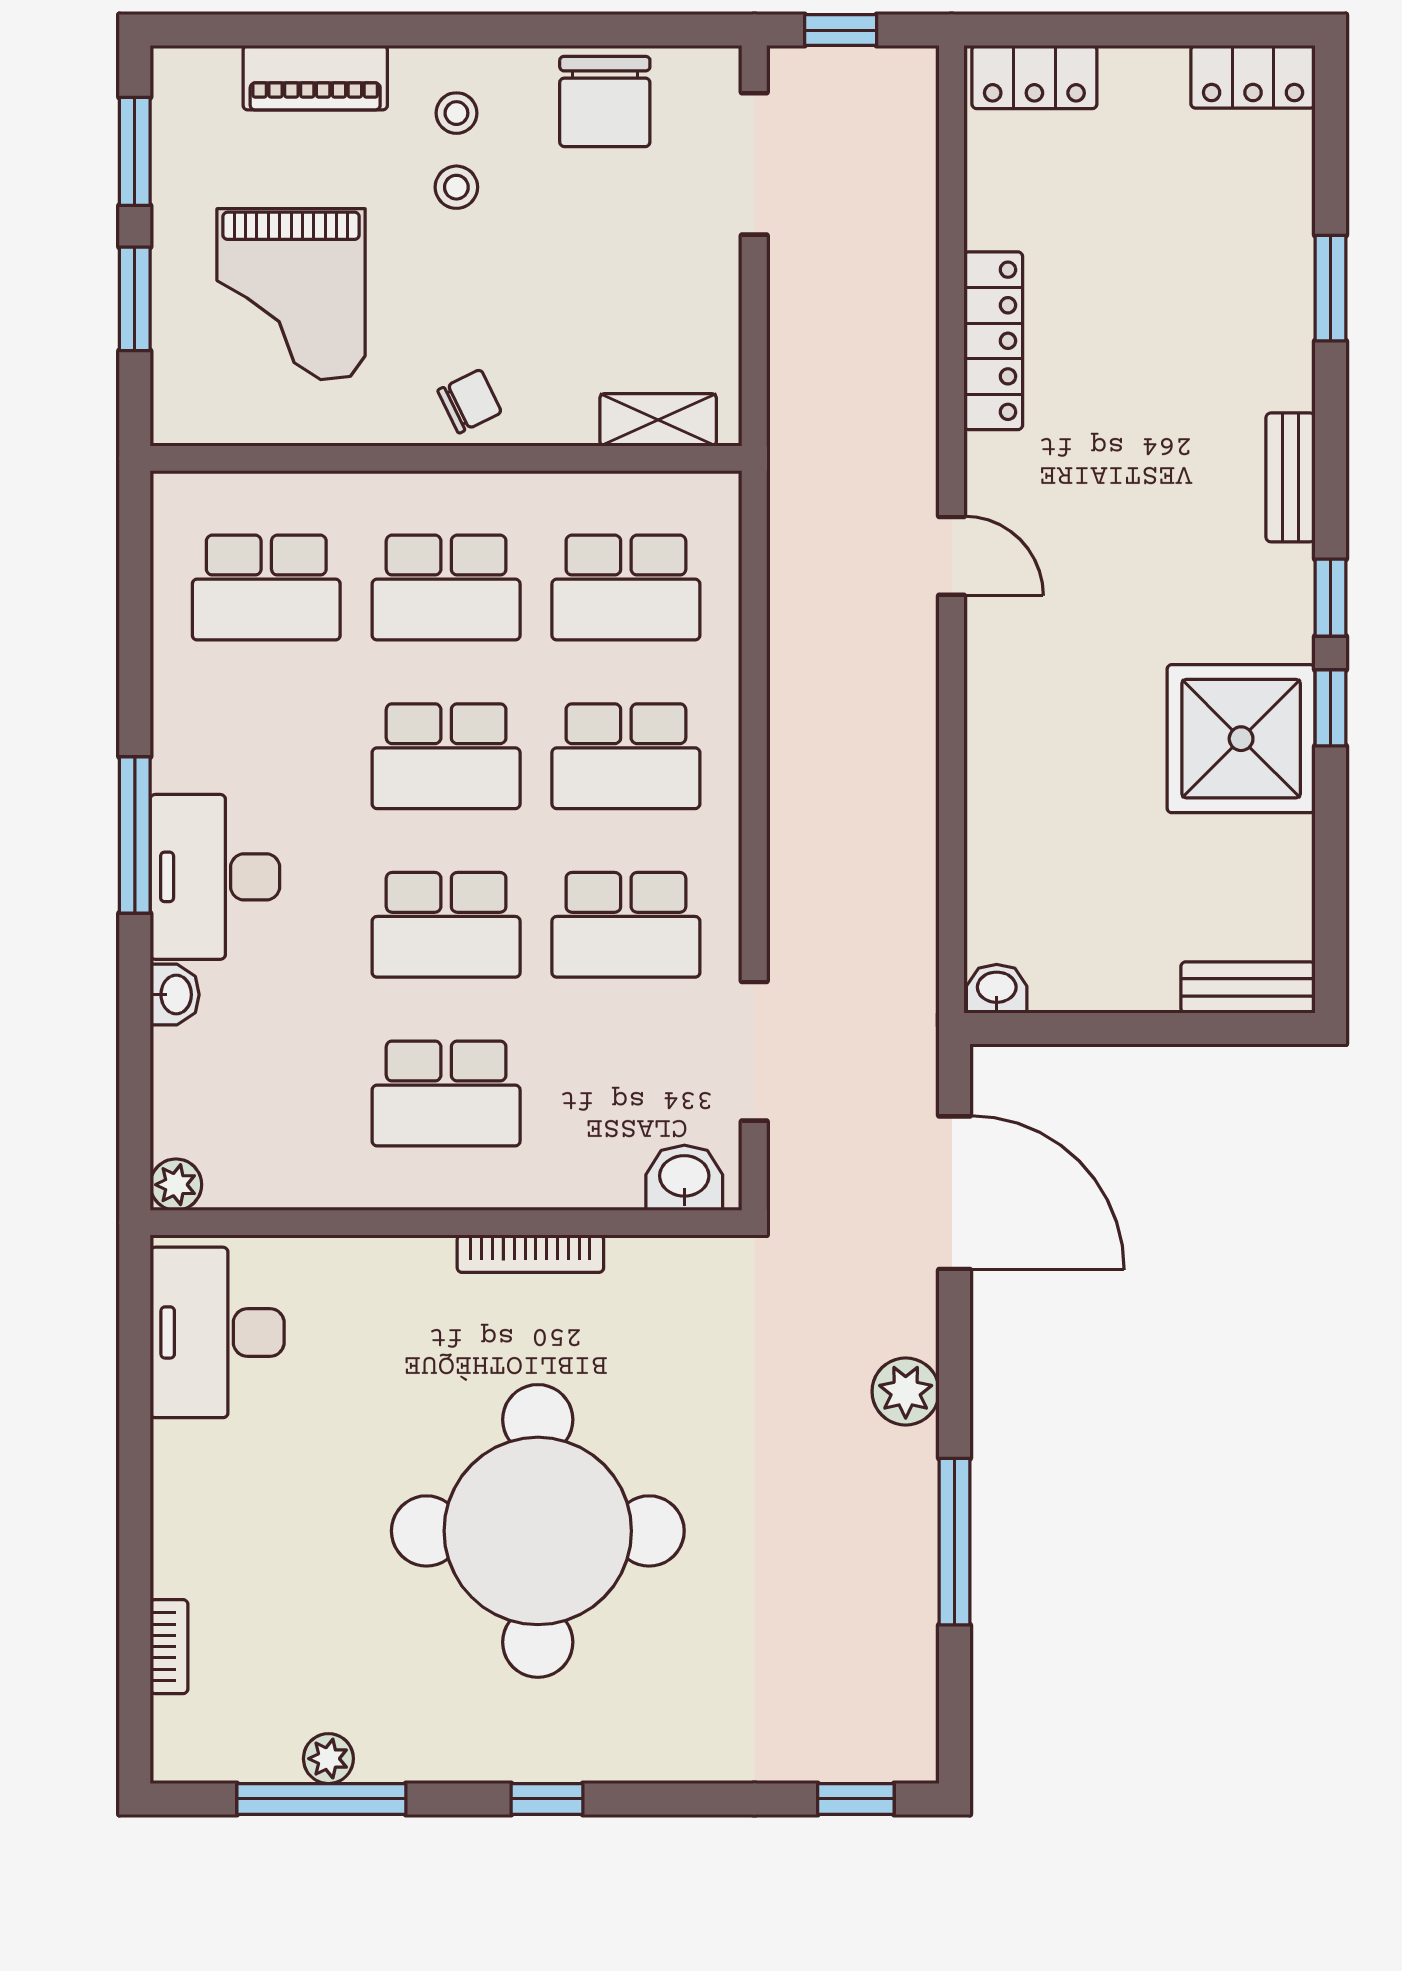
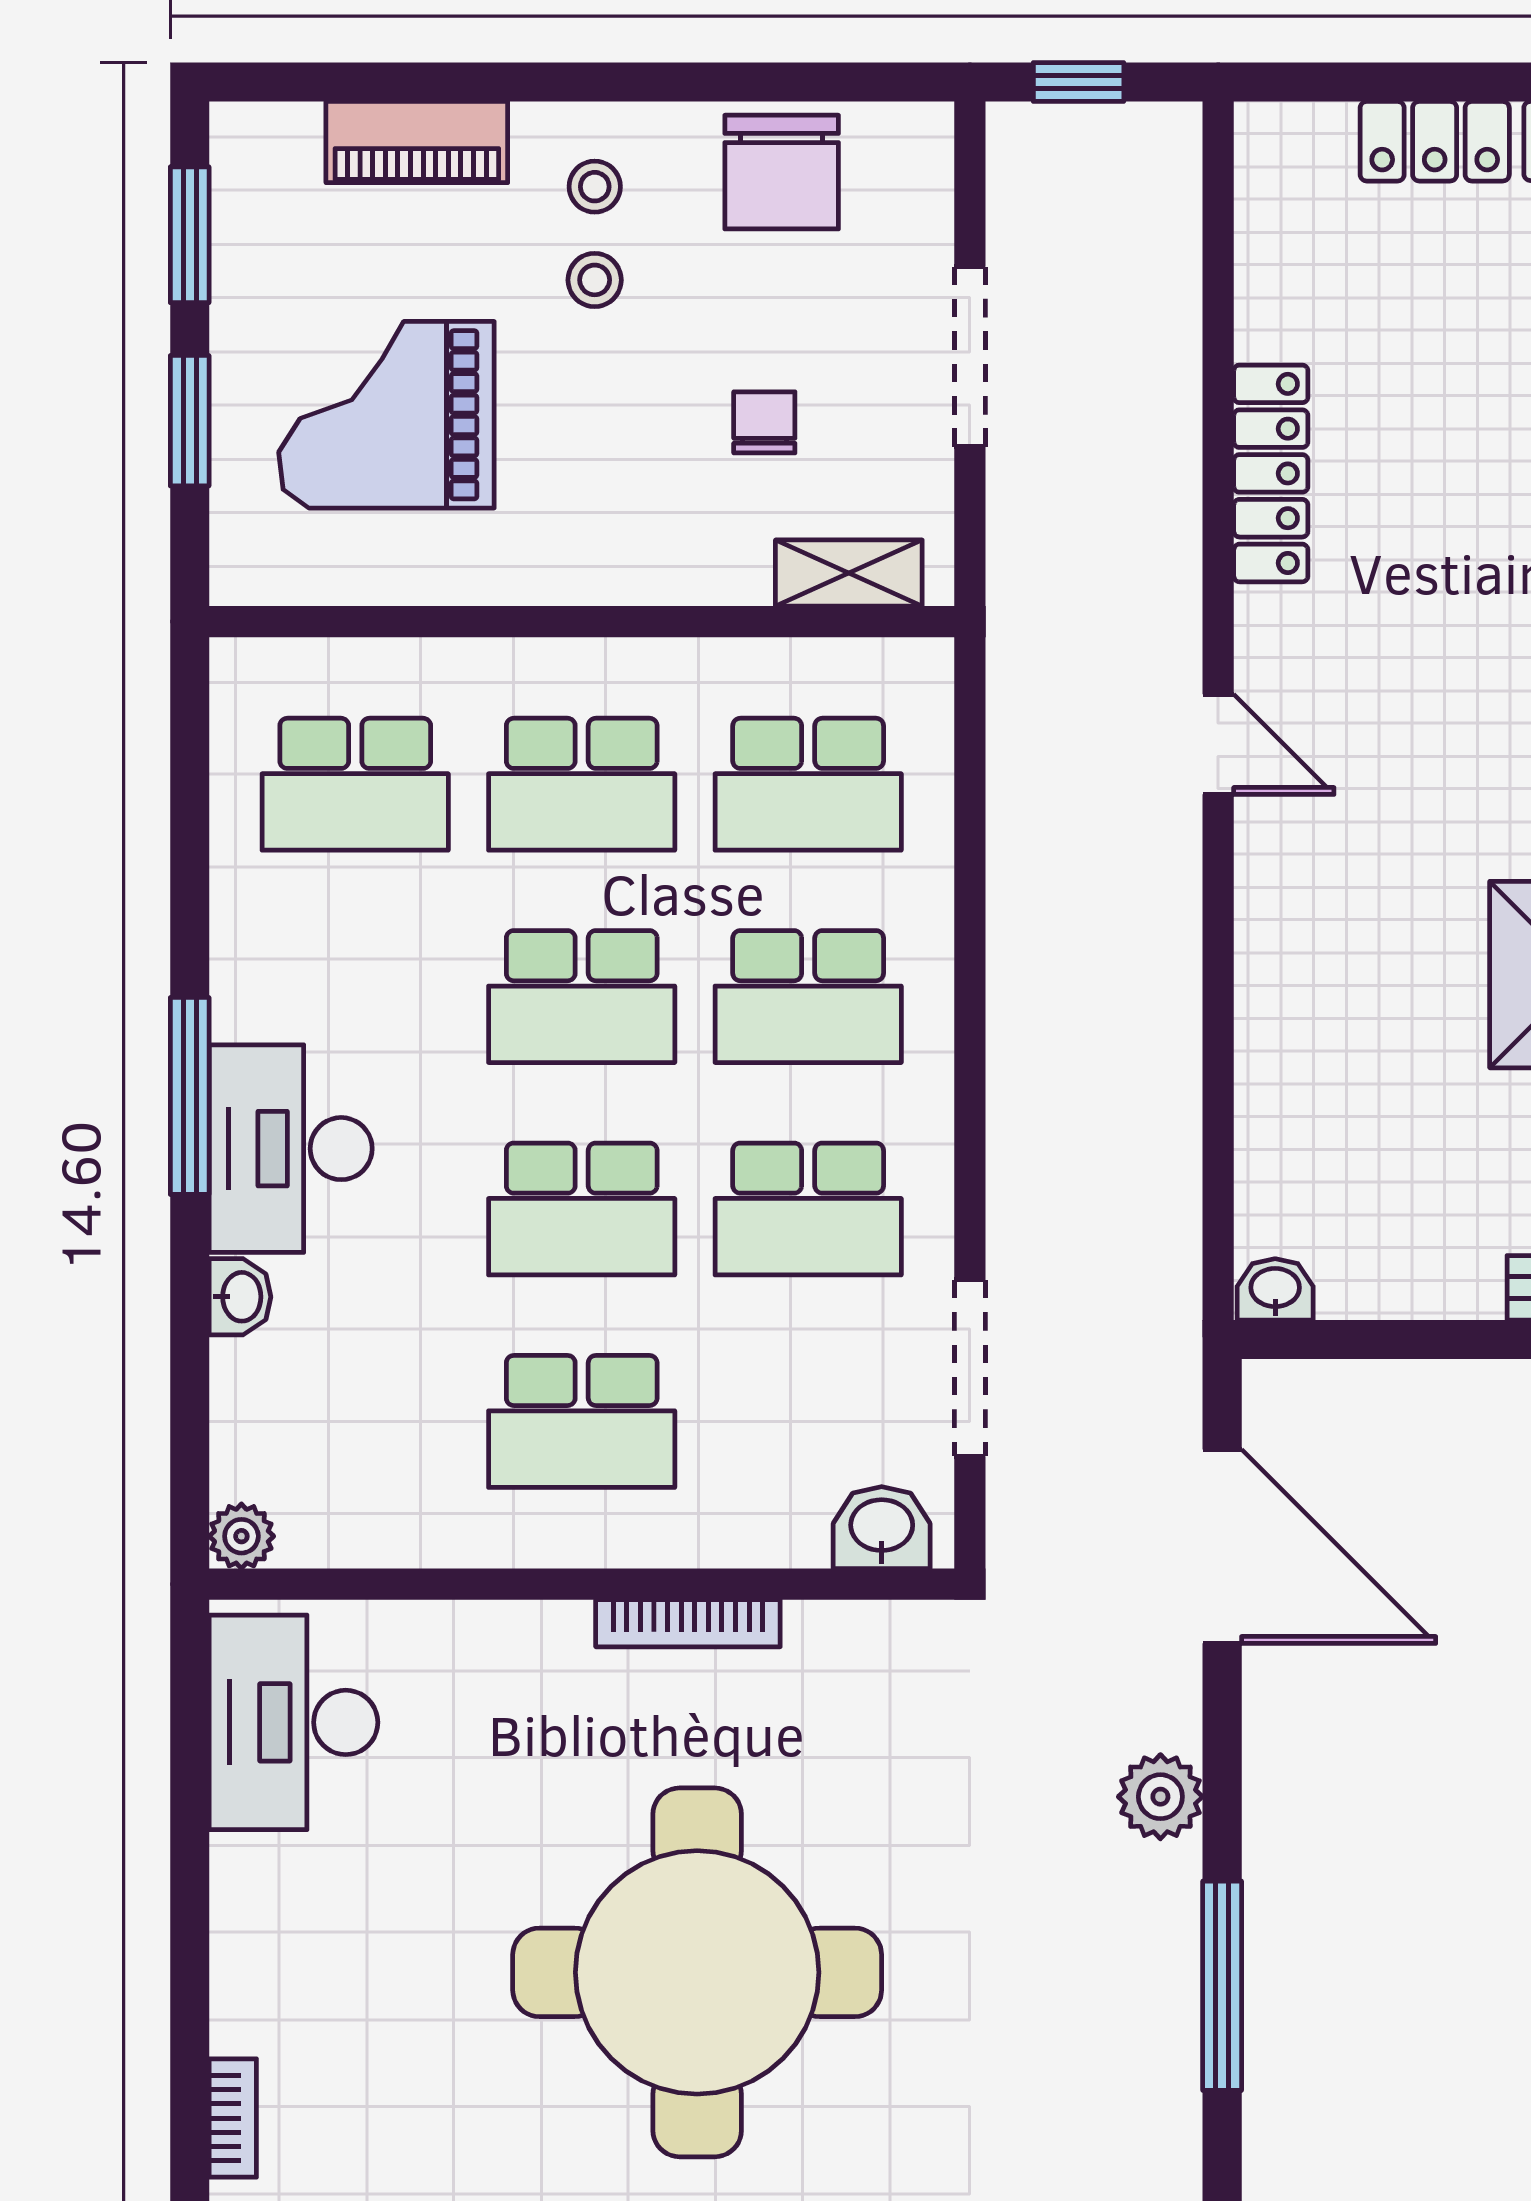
locker: (1034, 77) -> (1435, 141), moved
doorway: (754, 164) -> (970, 357), moved
grand piano: (291, 294) -> (386, 415), turned 90
chair: (470, 401) -> (764, 422), moved, turned -64

